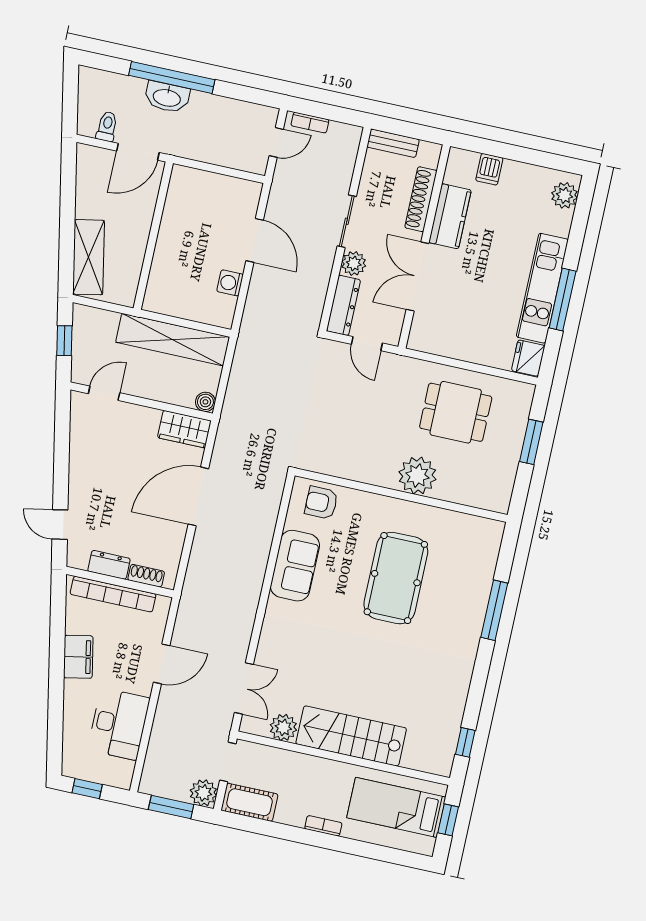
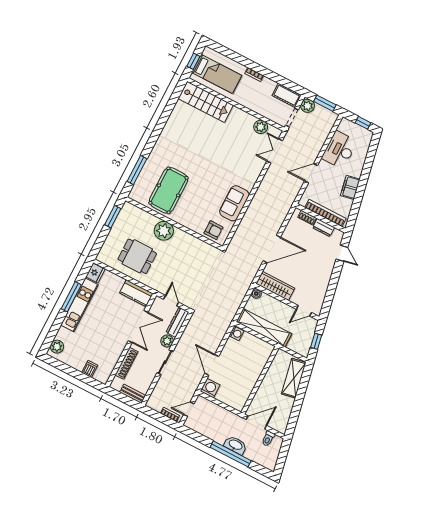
washing machine: (246, 195) -> (210, 388), added
kitchen counter: (450, 216) -> (136, 293), moved, turned -90
washing machine: (230, 283) -> (236, 333), moved
wardrobe: (184, 429) -> (275, 286), width x1.50
window: (531, 442) -> (113, 217), moved
pool table: (396, 578) -> (168, 190), moved
window: (494, 610) -> (137, 170), moved
stairs: (351, 736) -> (206, 102), moved
window: (465, 742) -> (175, 96), removed

